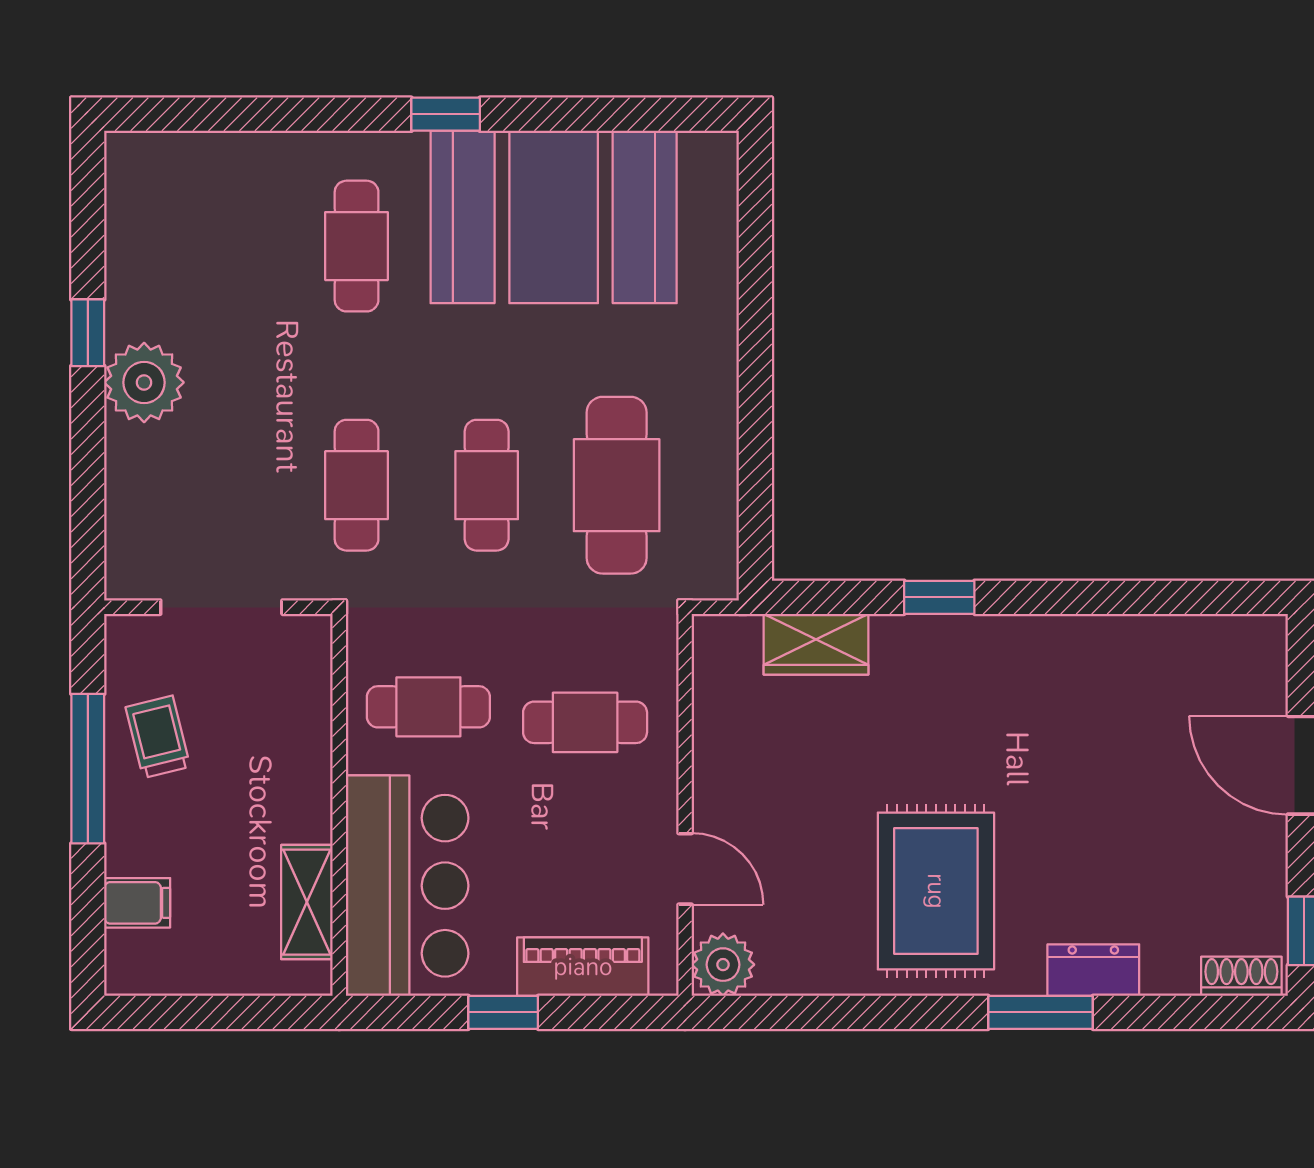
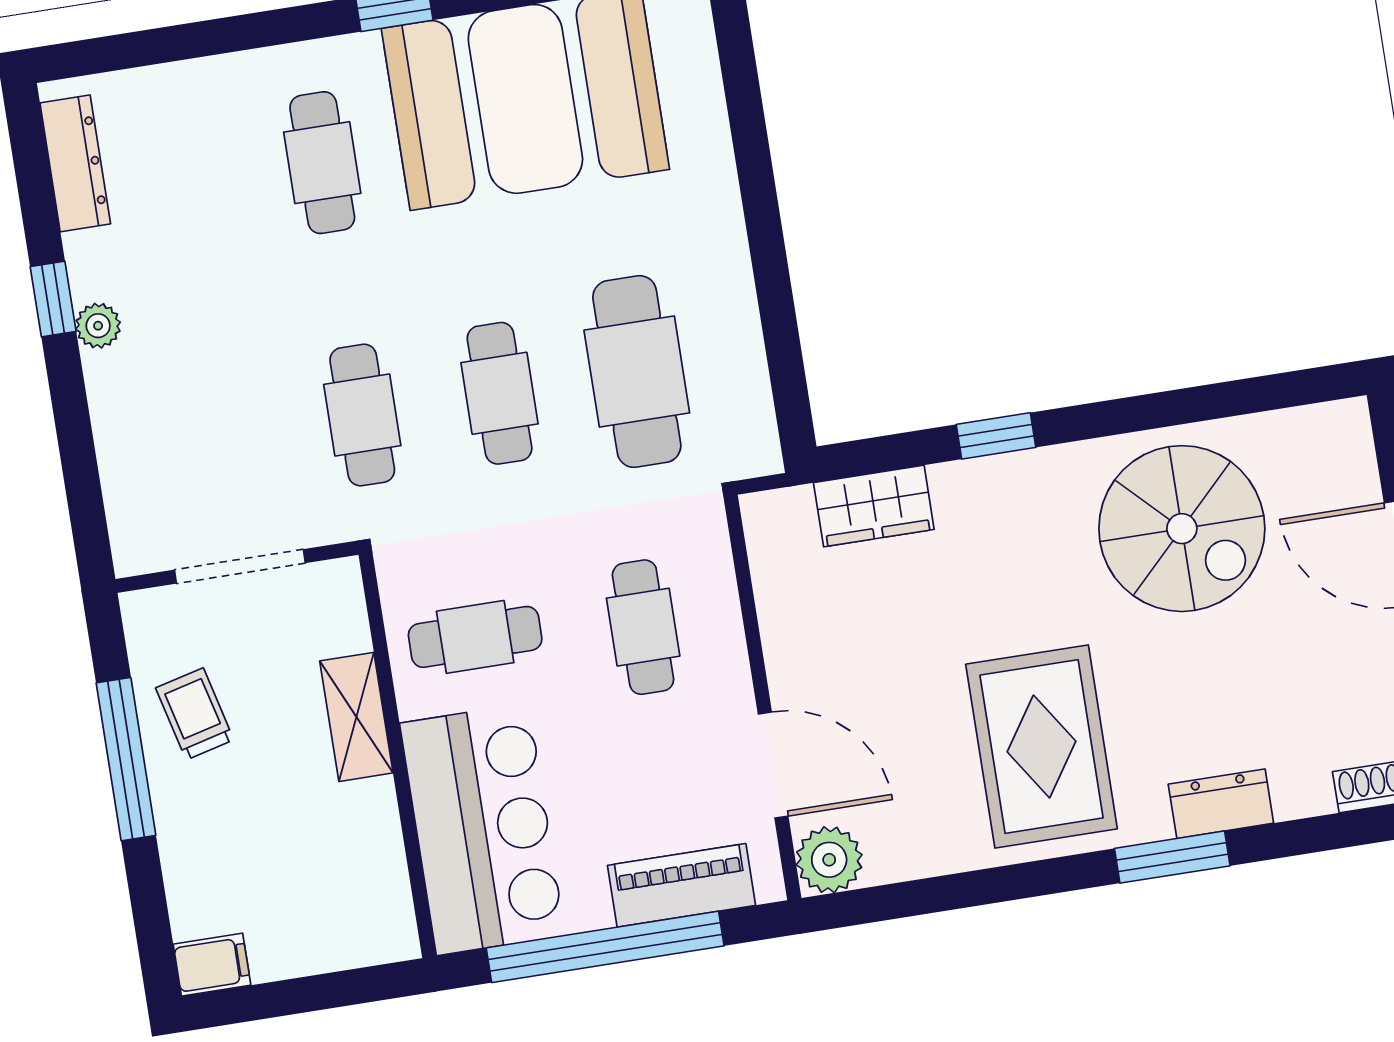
dresser: (128, 211) -> (75, 163), added
plant: (144, 382) -> (98, 326), width x0.53, depth x0.53
spiral stairs: (1097, 710) -> (1182, 529), added
cafe table: (585, 722) -> (643, 627), turned 90
door: (685, 869) -> (773, 765), width x1.38
shelving: (307, 902) -> (356, 717), moved
filing cabinet: (137, 903) -> (212, 965), moved
window: (503, 1012) -> (605, 947), width x3.17

